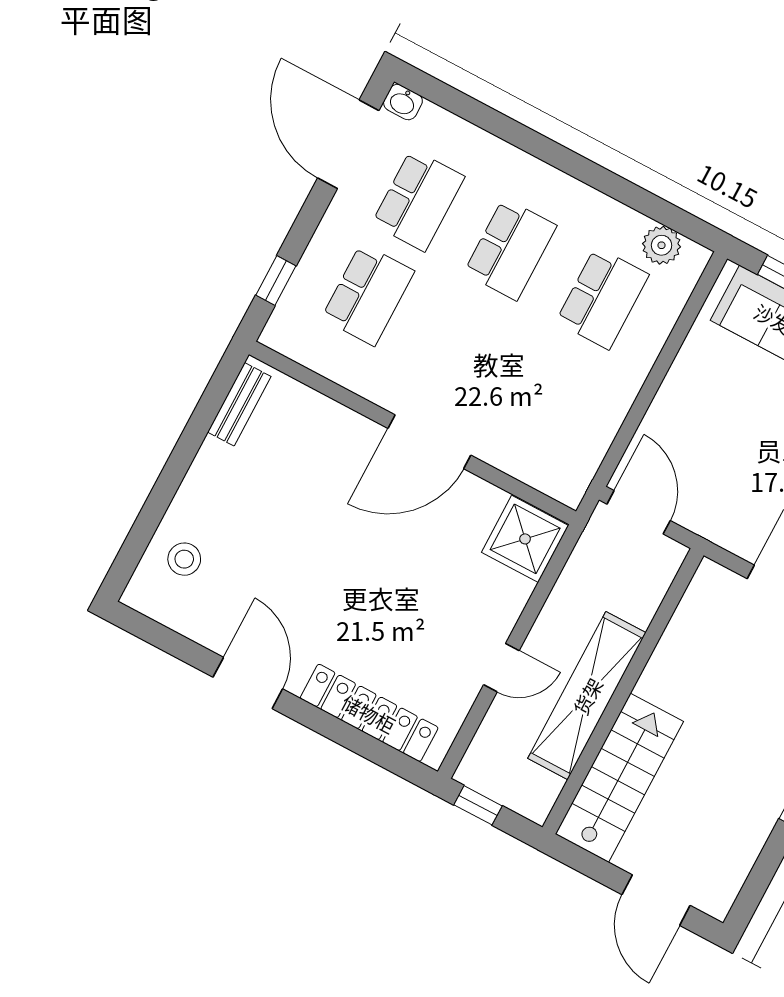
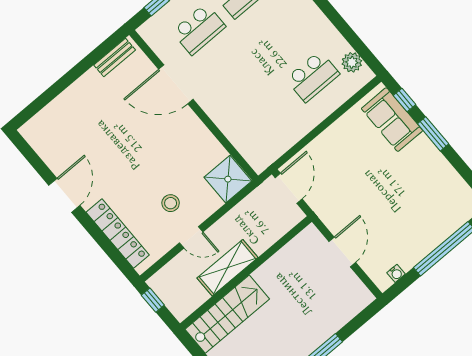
school desk: (510, 249) -> (277, 35), removed
door: (429, 442) -> (176, 84), moved
stool: (184, 559) -> (171, 203), moved
shelving: (587, 696) -> (227, 268), width x0.68

